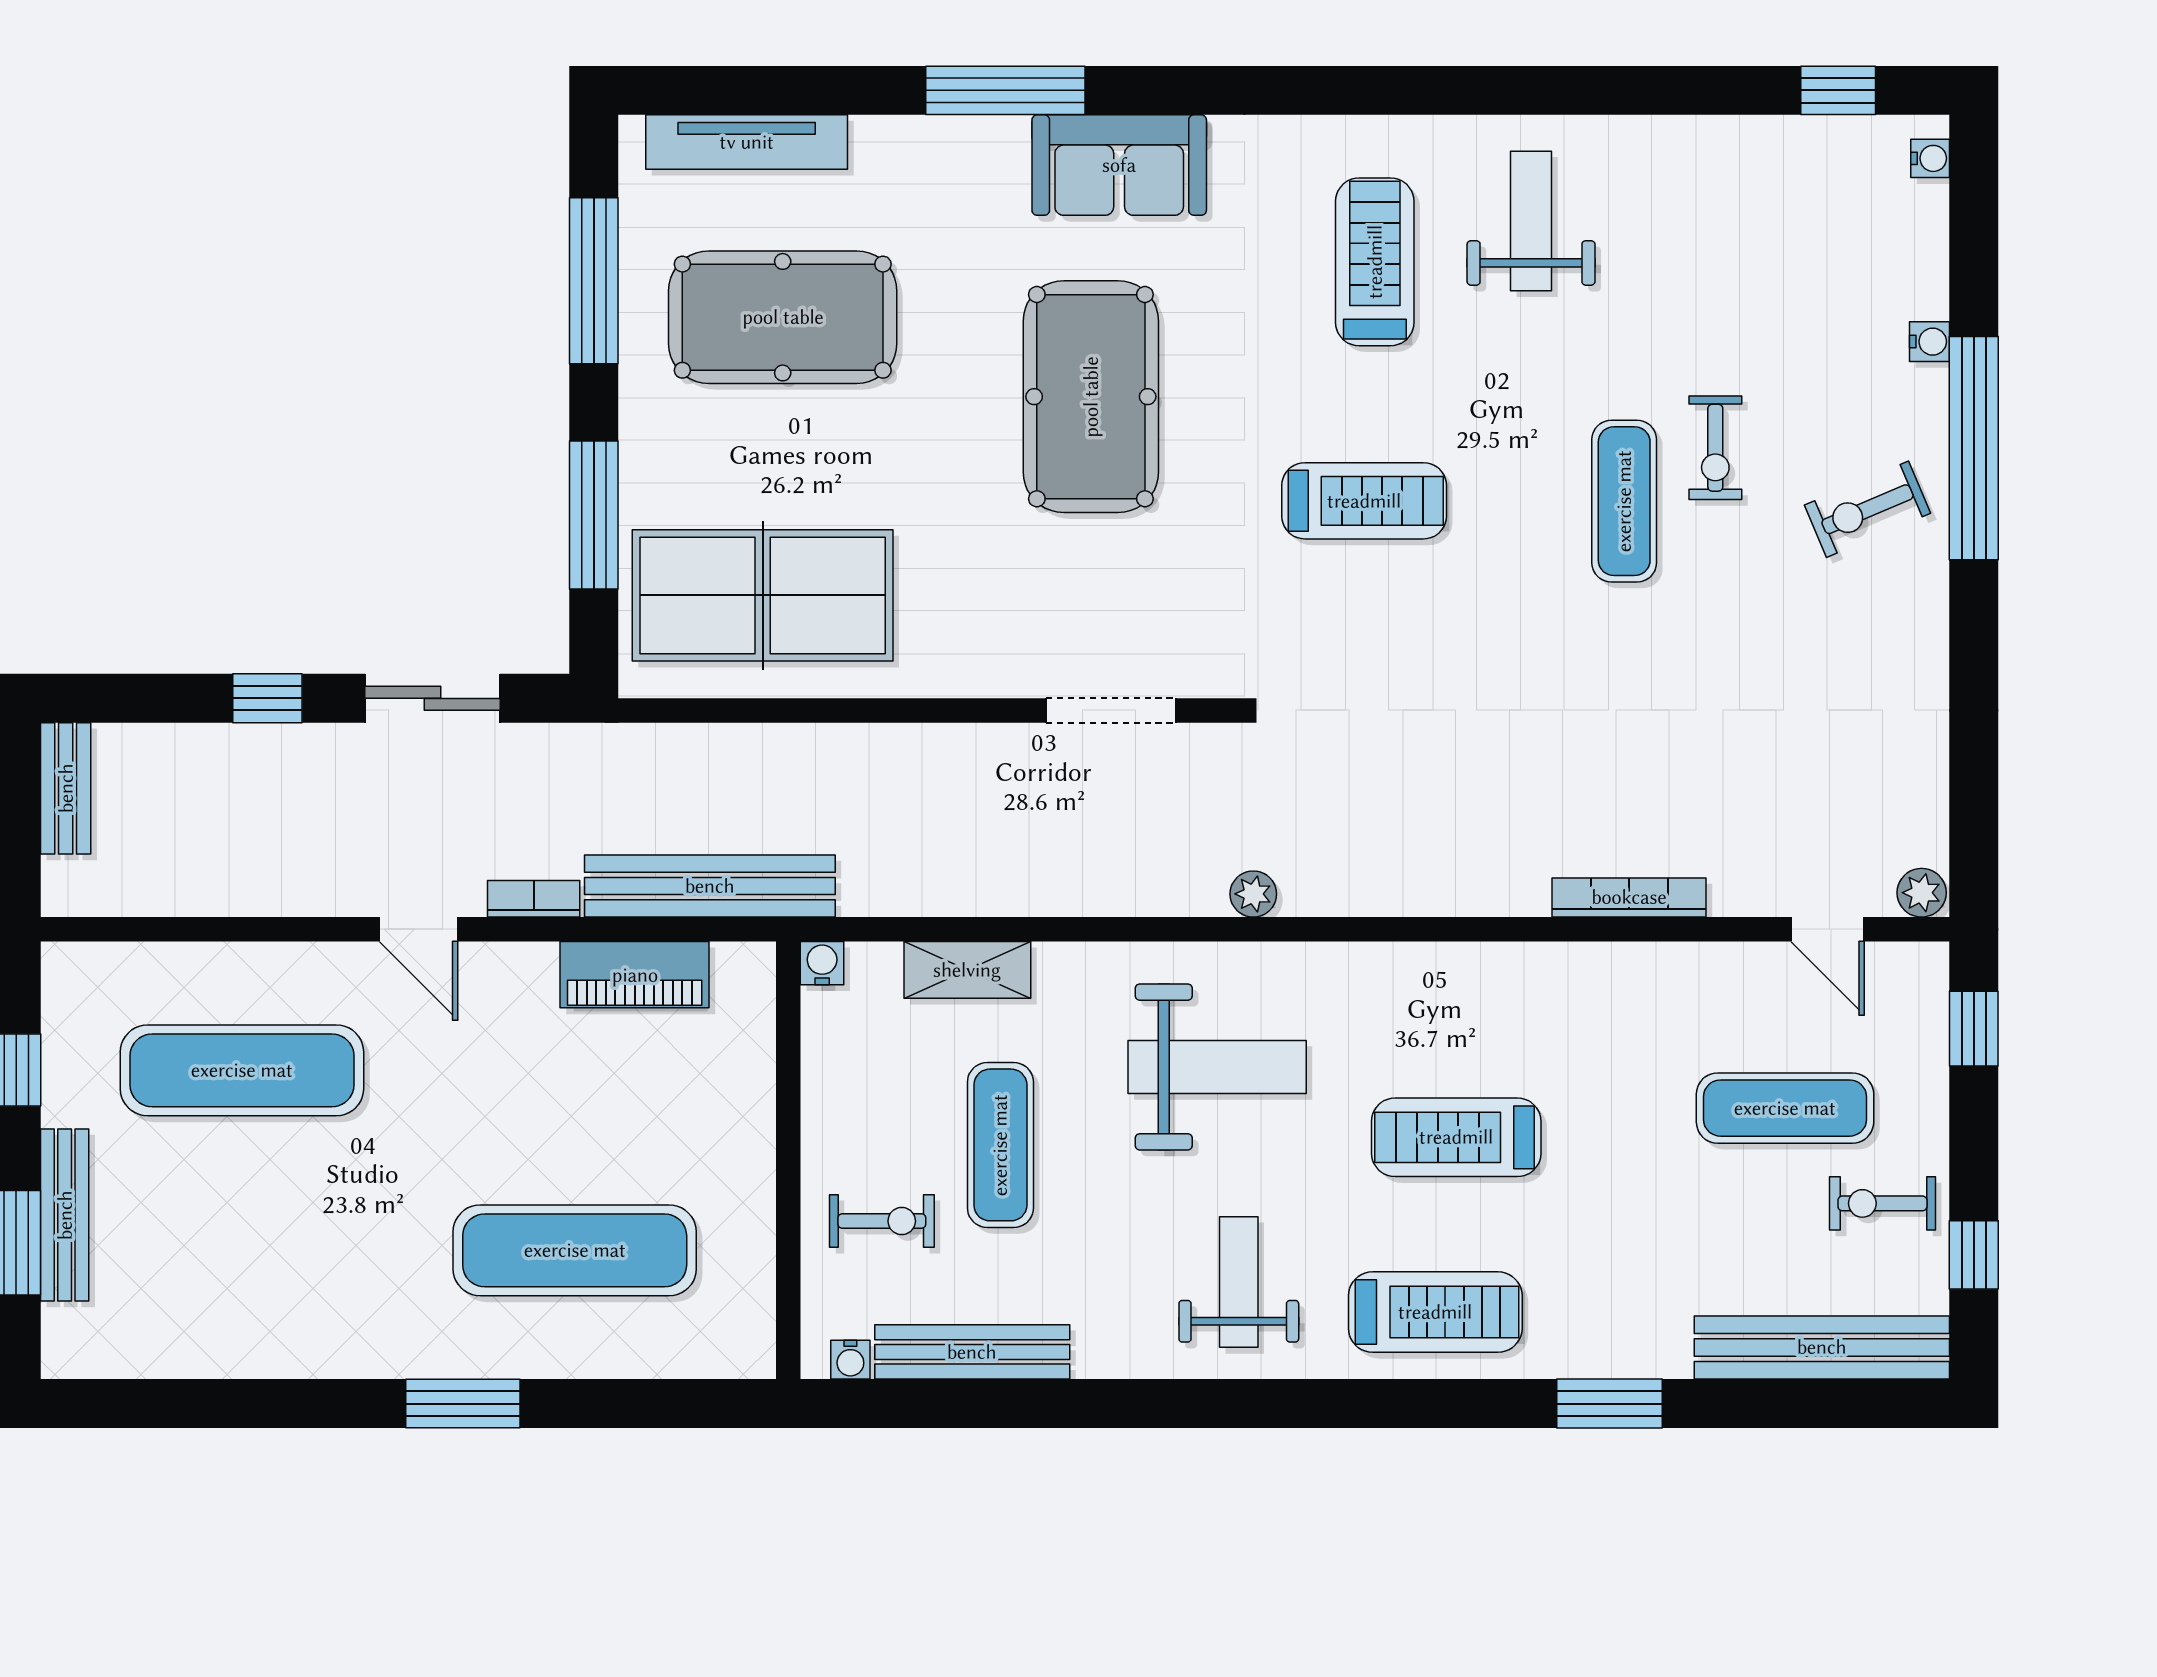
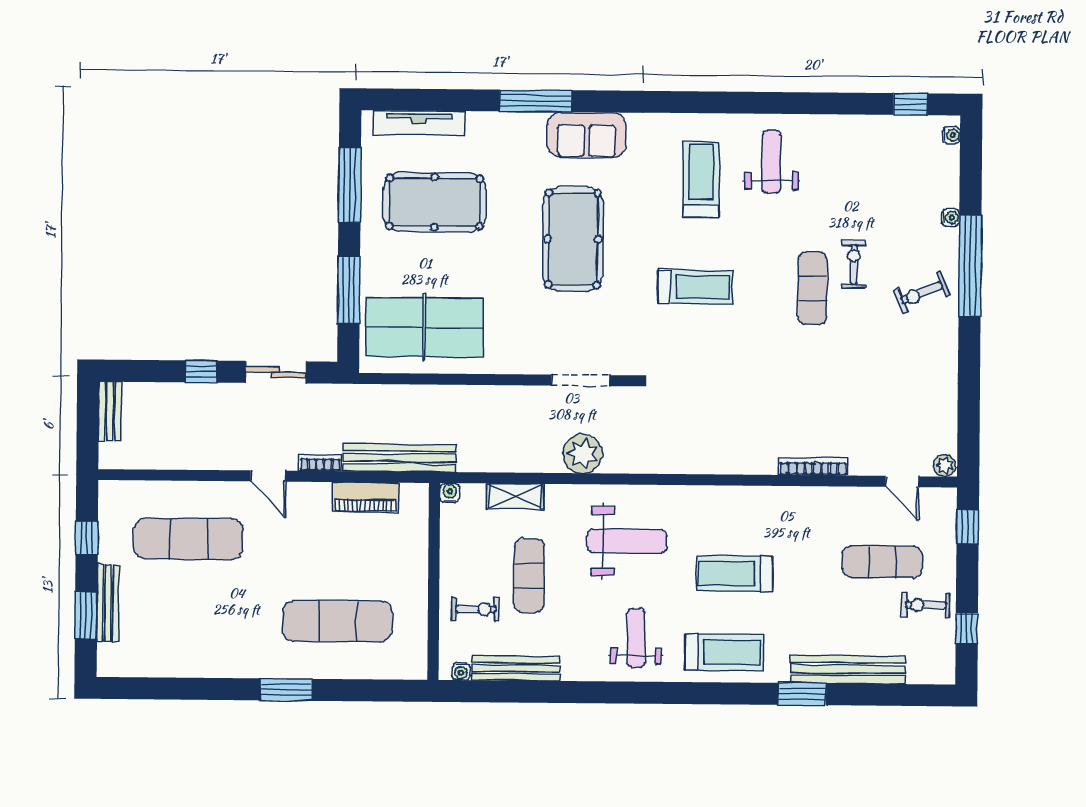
exercise bike: (1715, 448) -> (854, 264), turned 180
plant: (1253, 894) -> (583, 454), moved, width x1.88, depth x1.88
bench: (1822, 1347) -> (848, 669), moved

